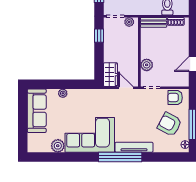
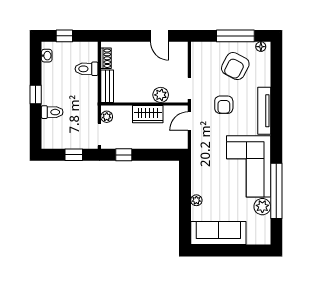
wardrobe: (111, 75) -> (148, 114), moved, turned 180
armchair: (175, 98) -> (224, 105), moved
window: (120, 157) -> (276, 191), moved

